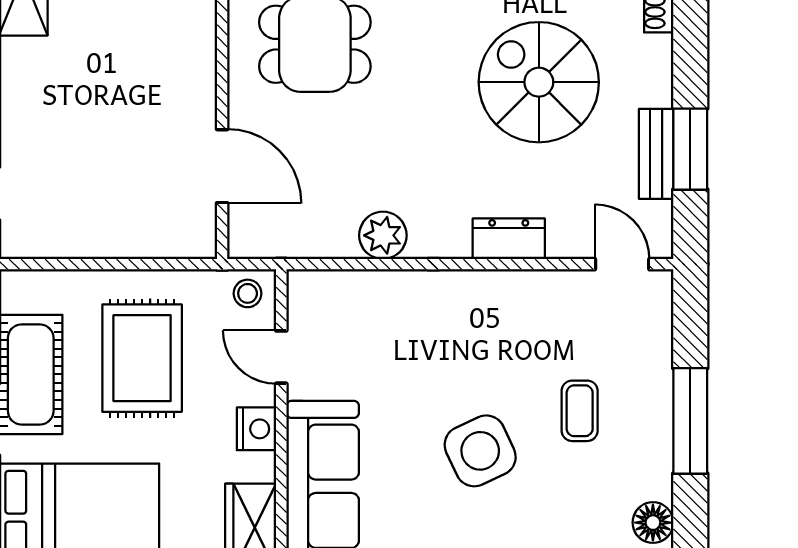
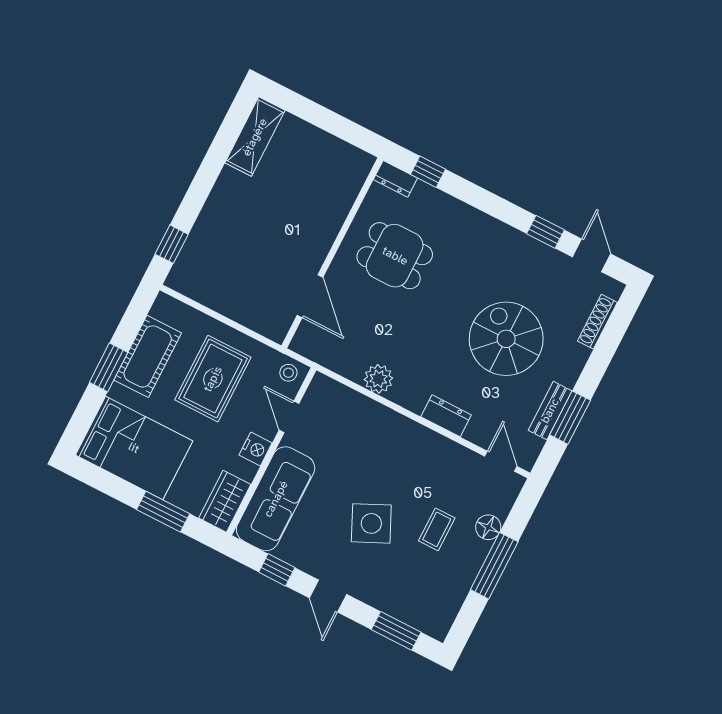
floor lamp: (653, 523) -> (488, 527), moved

